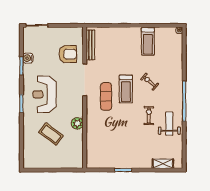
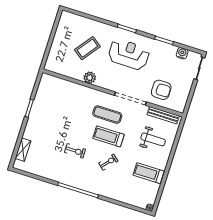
armchair: (68, 54) -> (161, 90), turned -90
water cooler: (28, 58) -> (182, 53), moved
weight bench: (169, 124) -> (153, 139), moved

